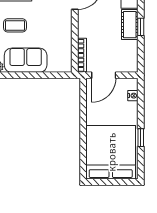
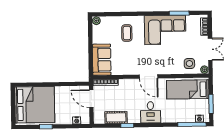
cot: (130, 25) -> (116, 117), moved
sofa: (26, 60) -> (102, 60), moved

